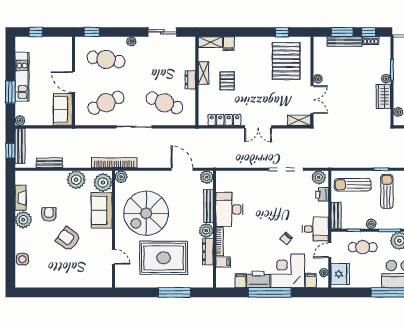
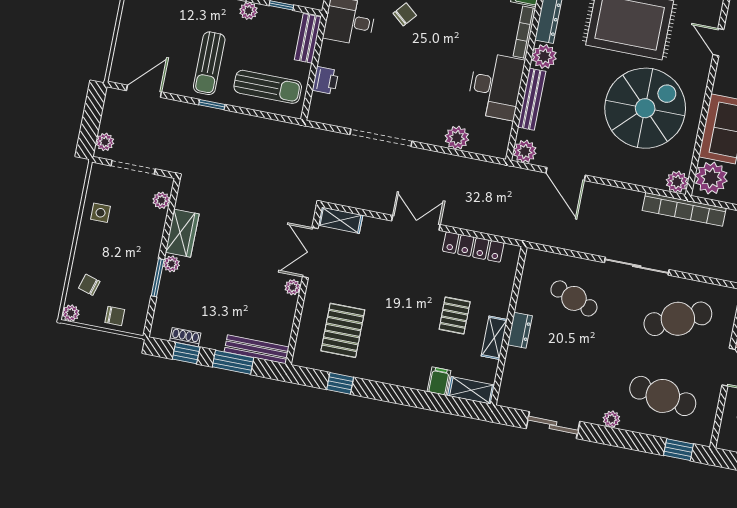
bench: (344, 42) -> (257, 349), moved
pallet: (286, 61) -> (343, 330), width x0.73, depth x0.71
cafe table: (164, 103) -> (574, 298), width x0.73, depth x0.74
plant: (319, 177) -> (457, 138), moved

